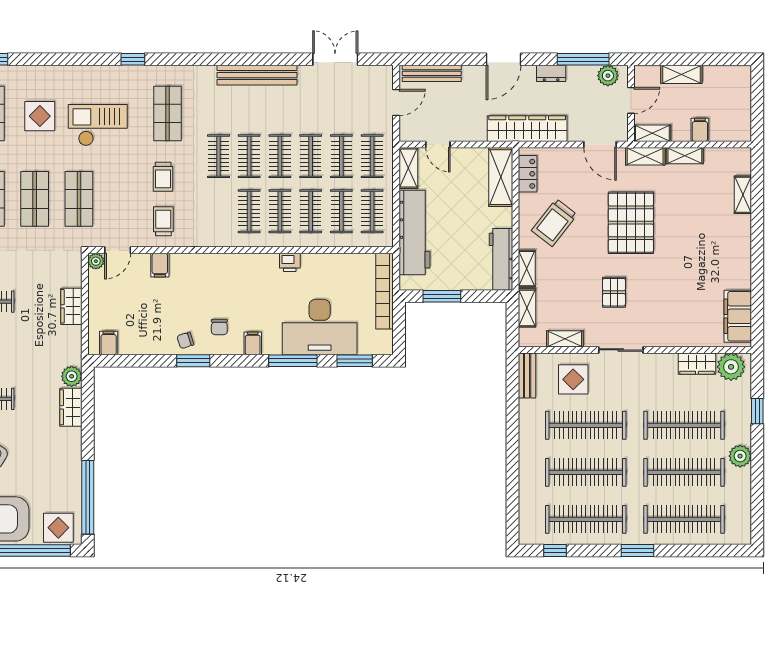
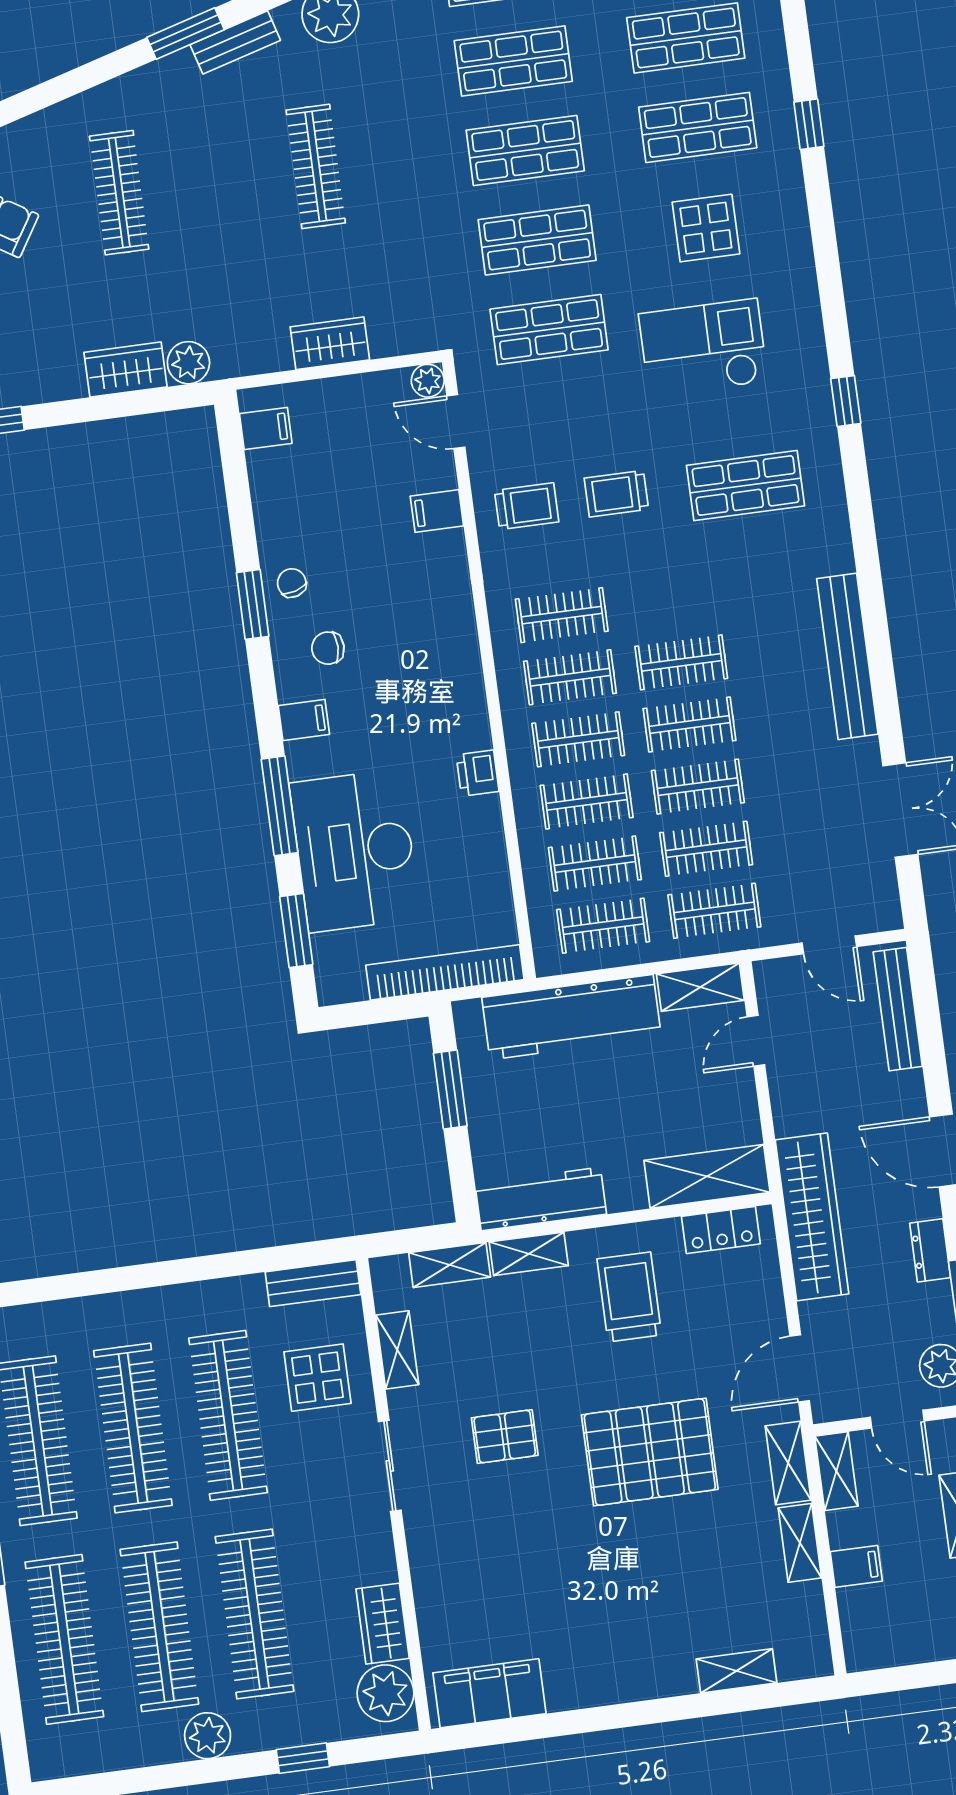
checkout: (98, 125) -> (703, 348), turned -90
clothes rail: (219, 156) -> (562, 615), moved
trolley: (554, 223) -> (629, 1297), turned 52

